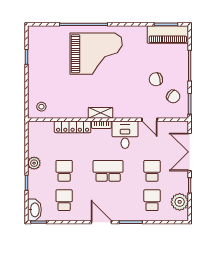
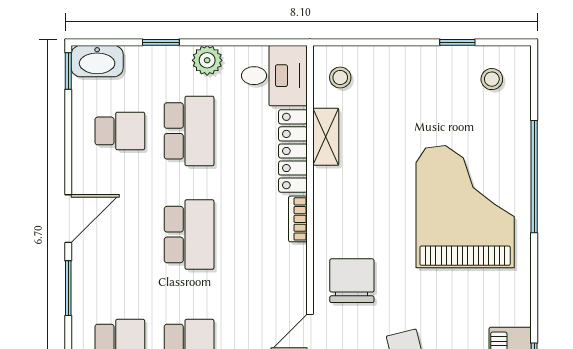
stool: (42, 42) -> (492, 79), added
grand piano: (96, 54) -> (465, 207), turned 180
chair: (128, 102) -> (352, 281), added
shelving: (101, 113) -> (326, 137), moved
desk: (125, 135) -> (274, 76), moved
school desk: (64, 171) -> (189, 131), width x1.85

